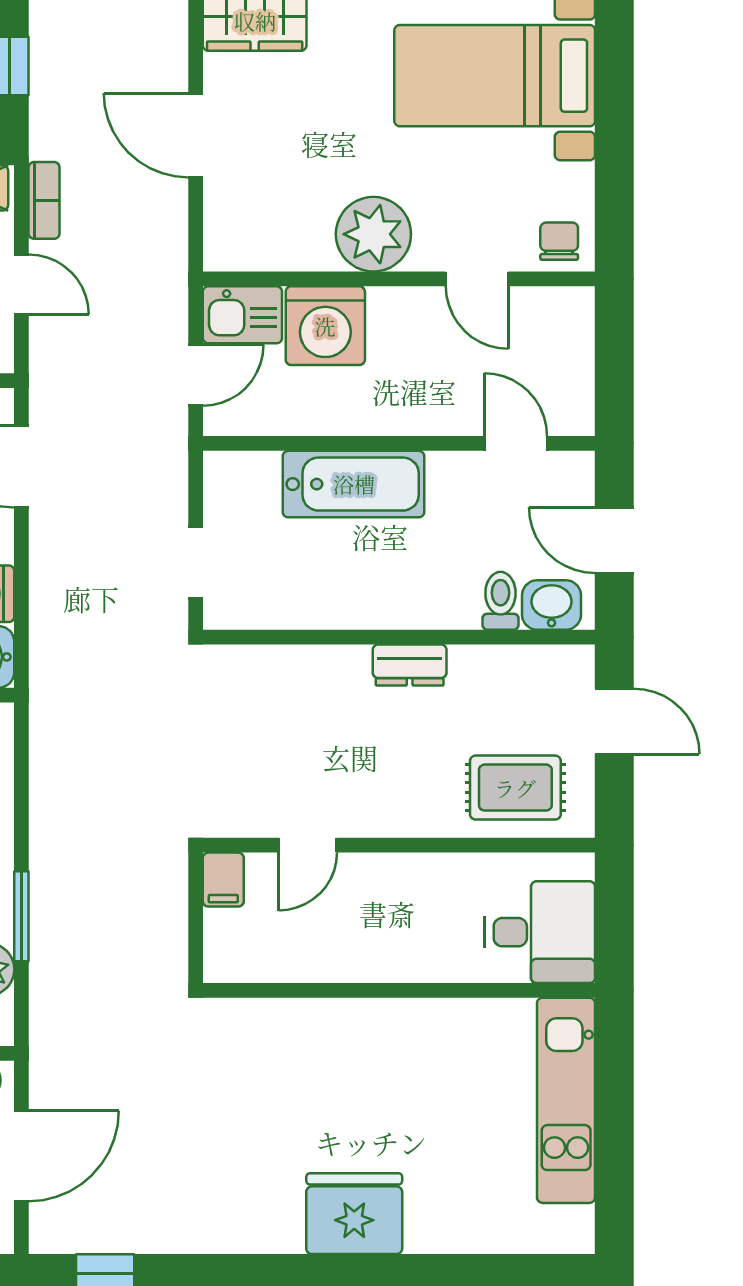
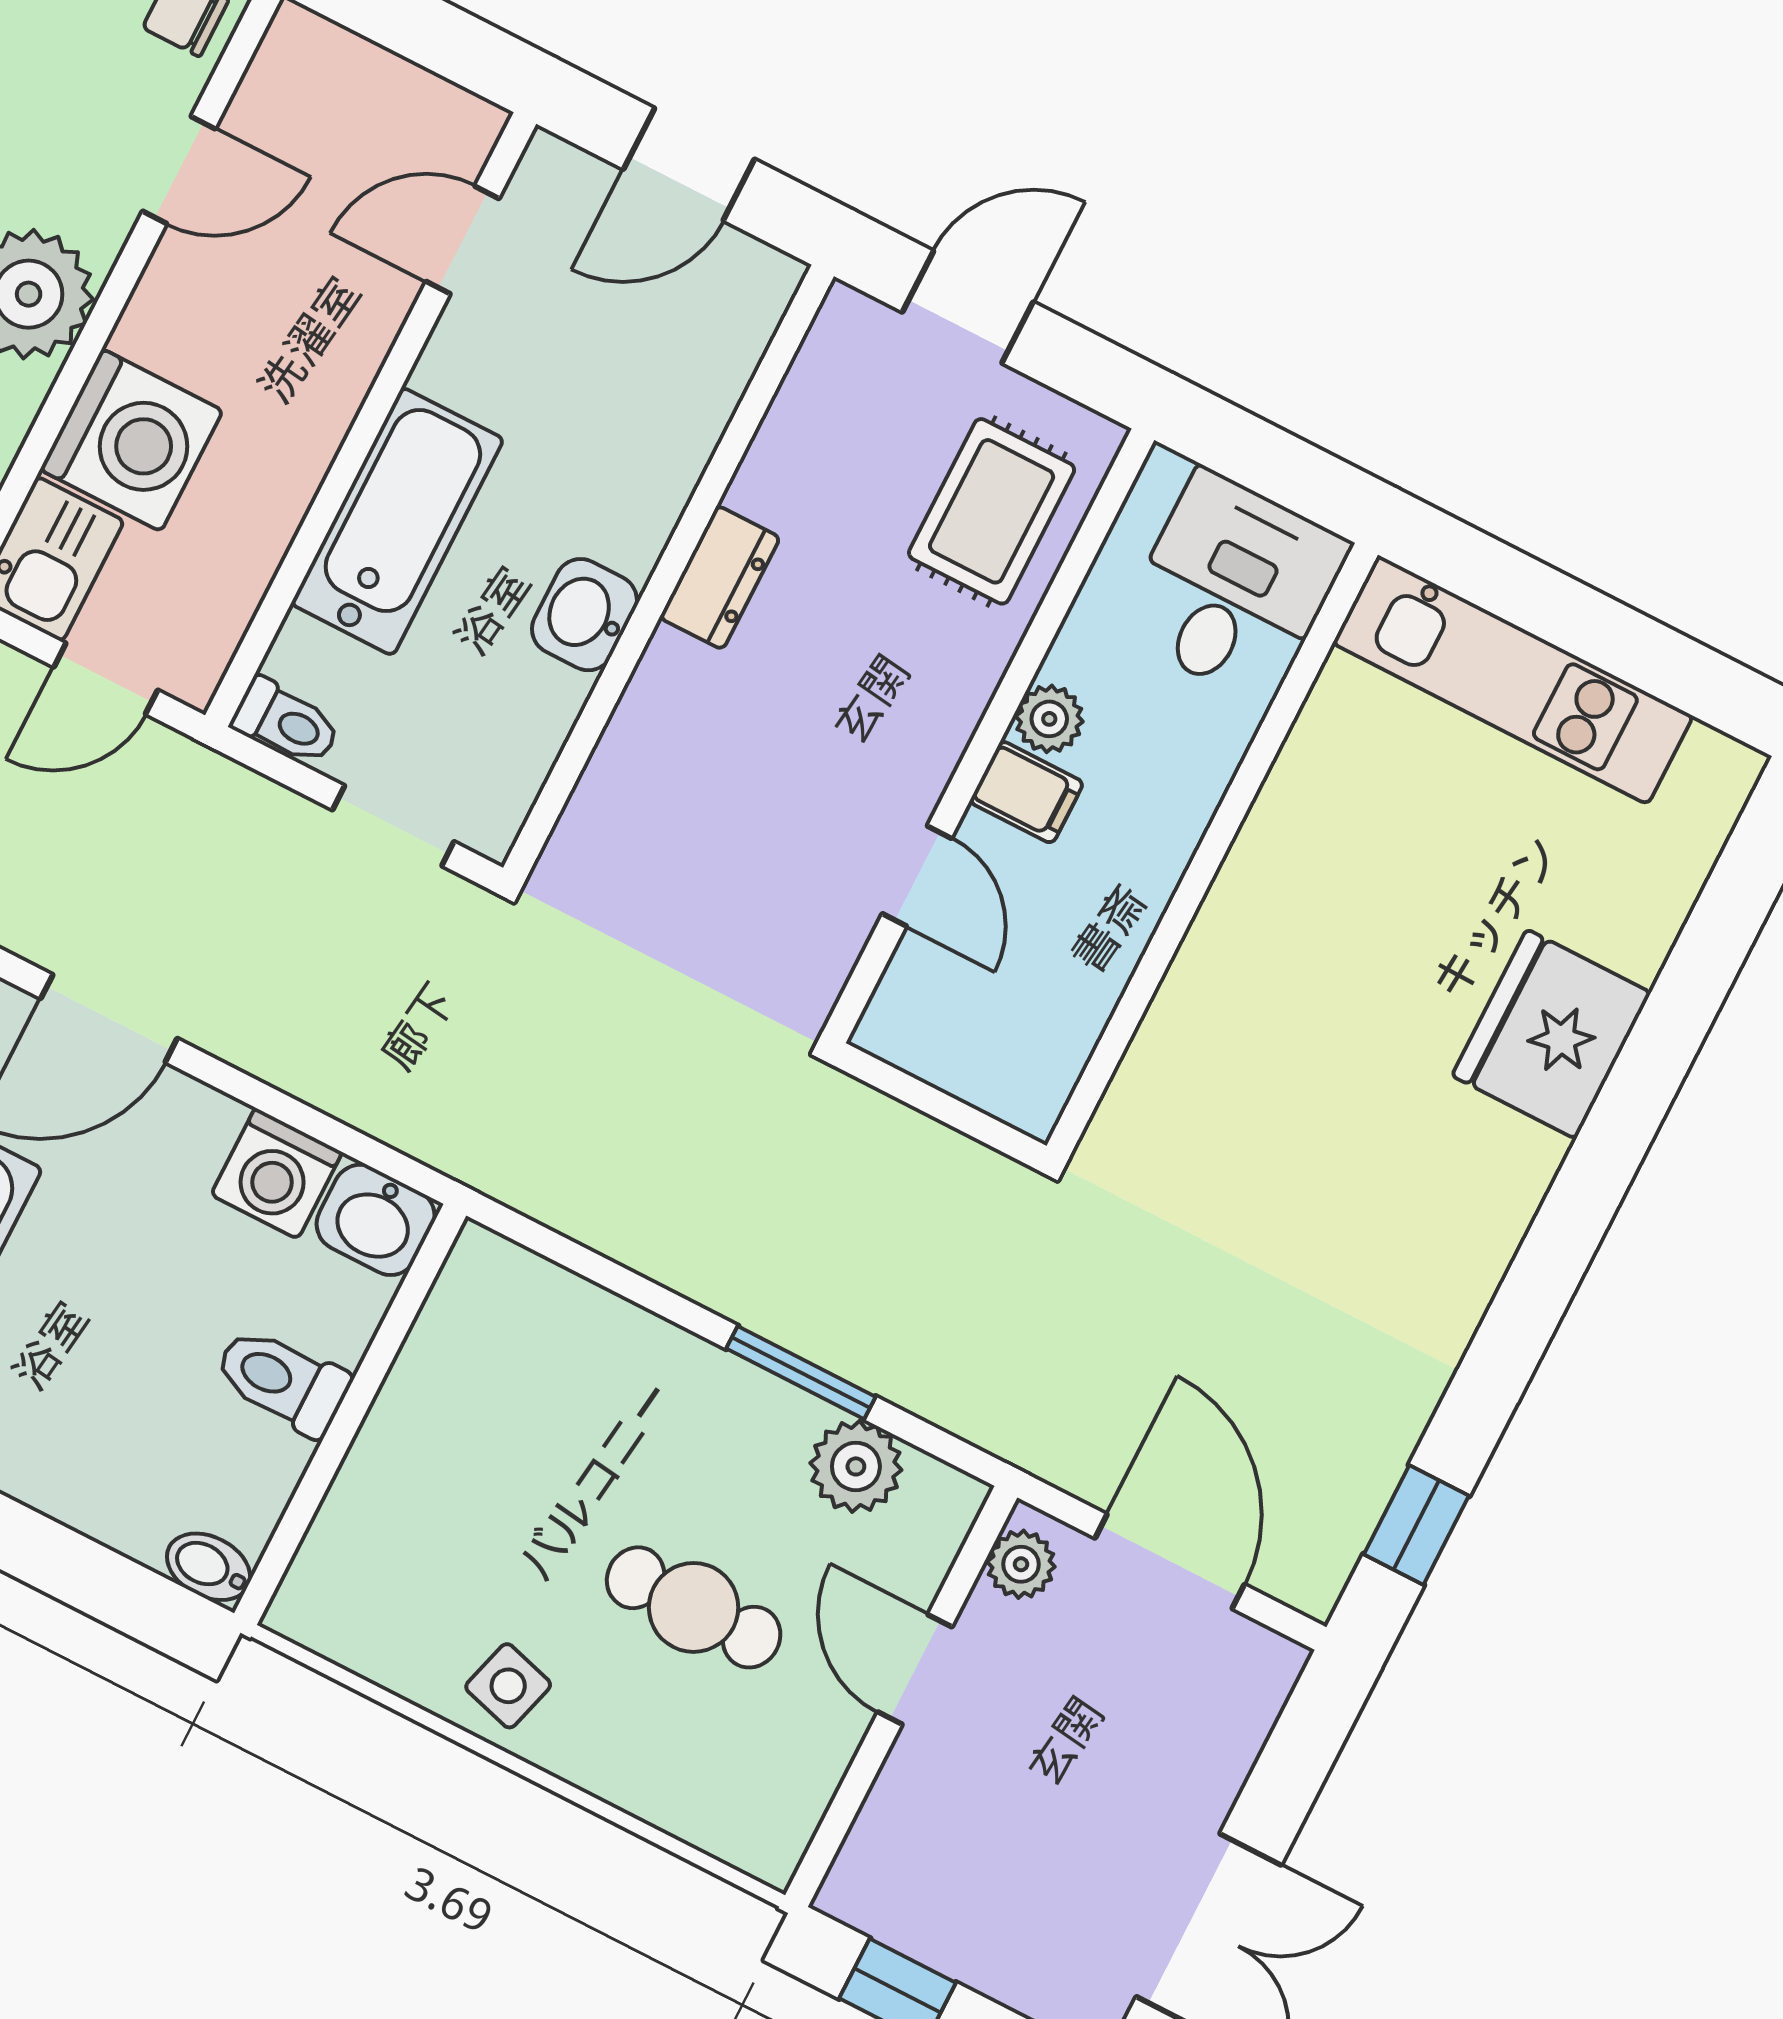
door: (196, 375) -> (106, 679), swing flipped
toilet: (500, 601) -> (286, 722), moved, turned 180
washbasin: (552, 605) -> (584, 615), moved
plant: (424, 872) -> (1049, 719), added
filing cabinet: (223, 880) -> (1027, 792), moved
fridge: (354, 1214) -> (1551, 1034), moved

